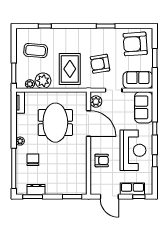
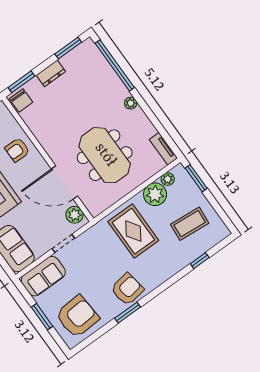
armchair: (100, 64) -> (127, 289), moved
chair: (33, 160) -> (21, 100), moved
dresser: (36, 189) -> (51, 73), moved

